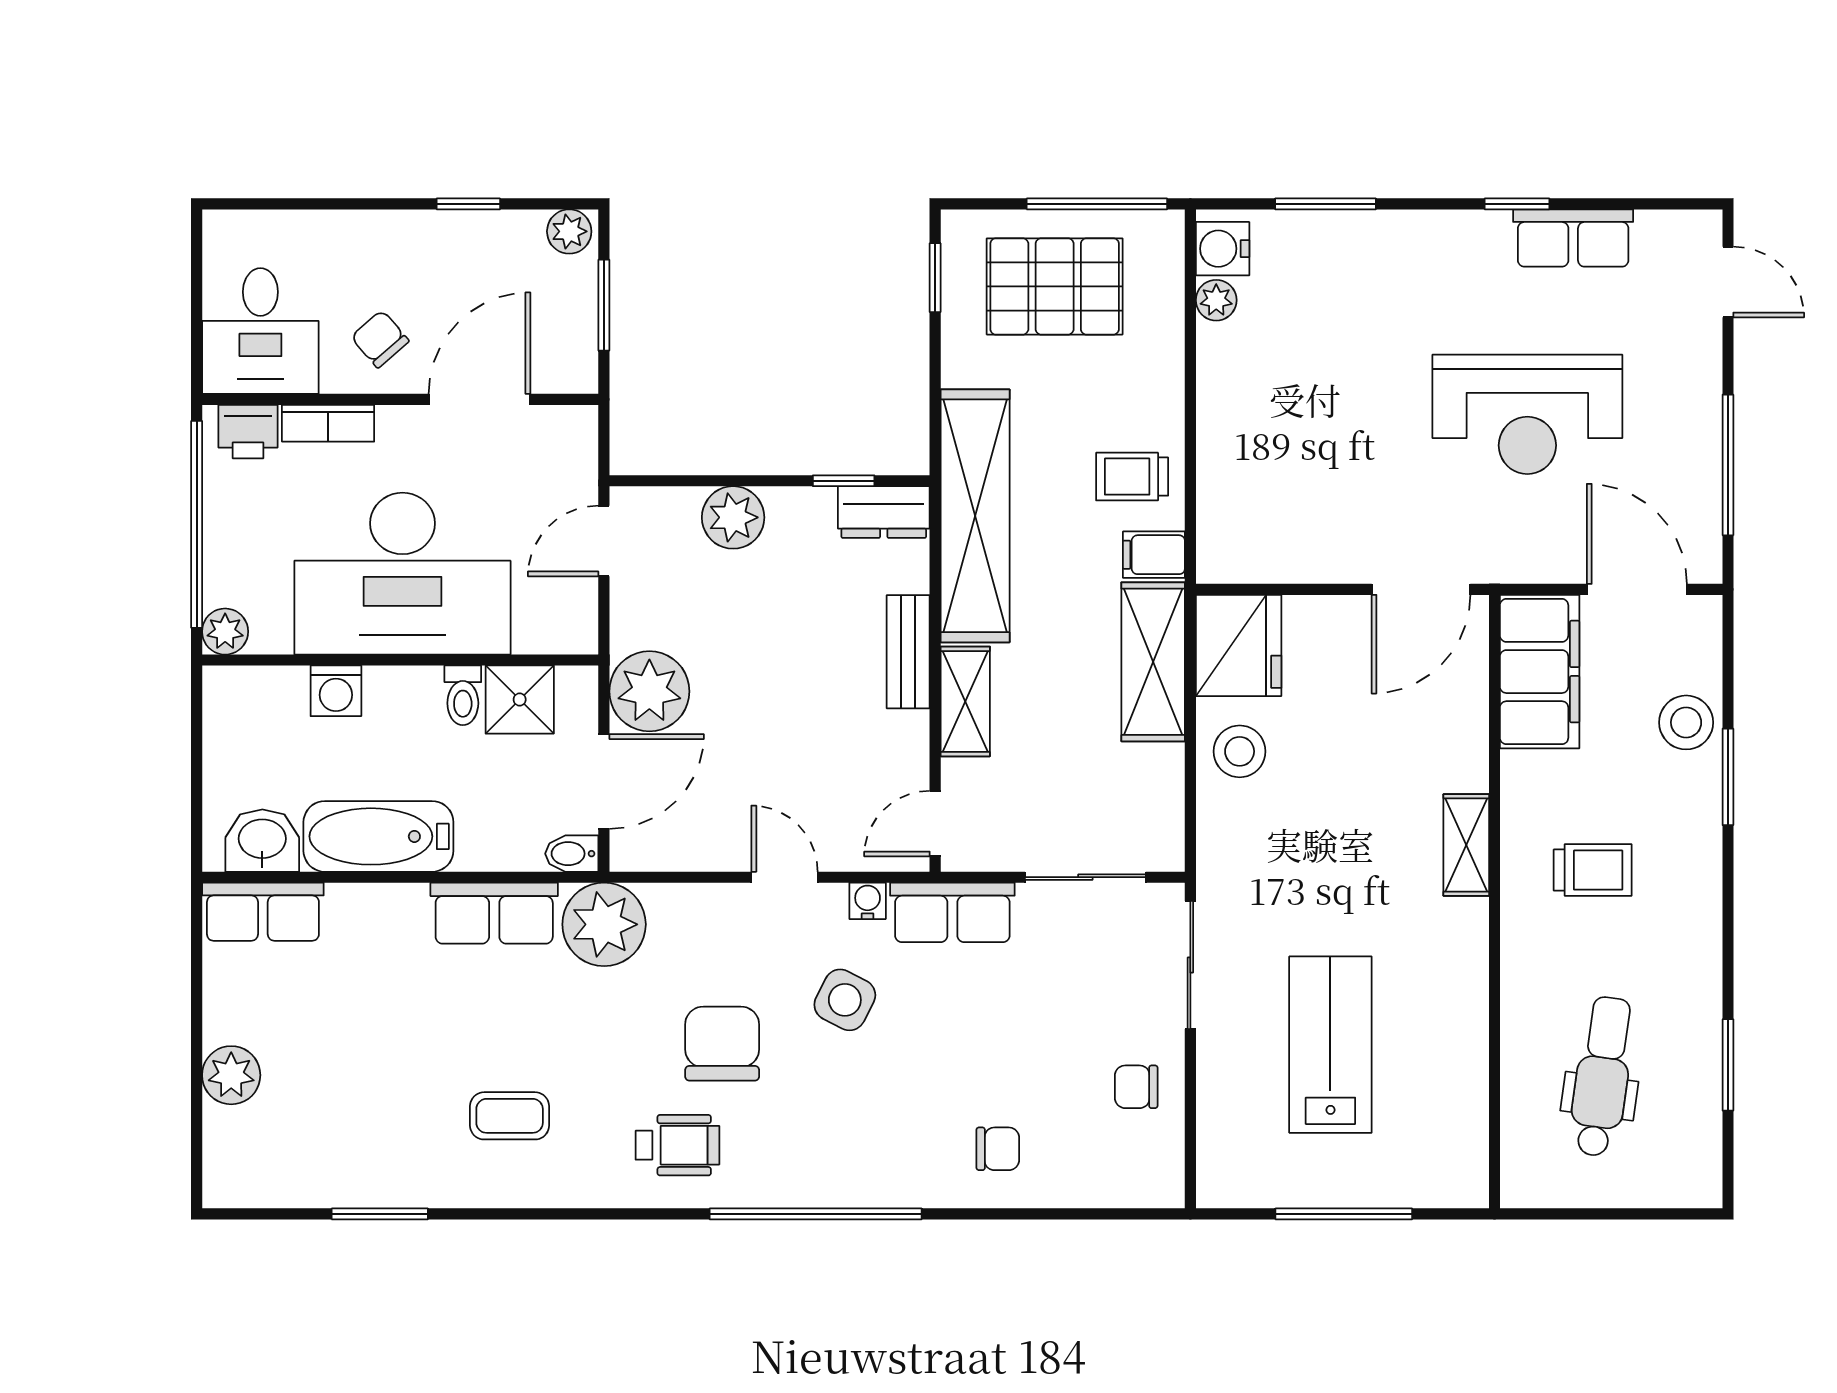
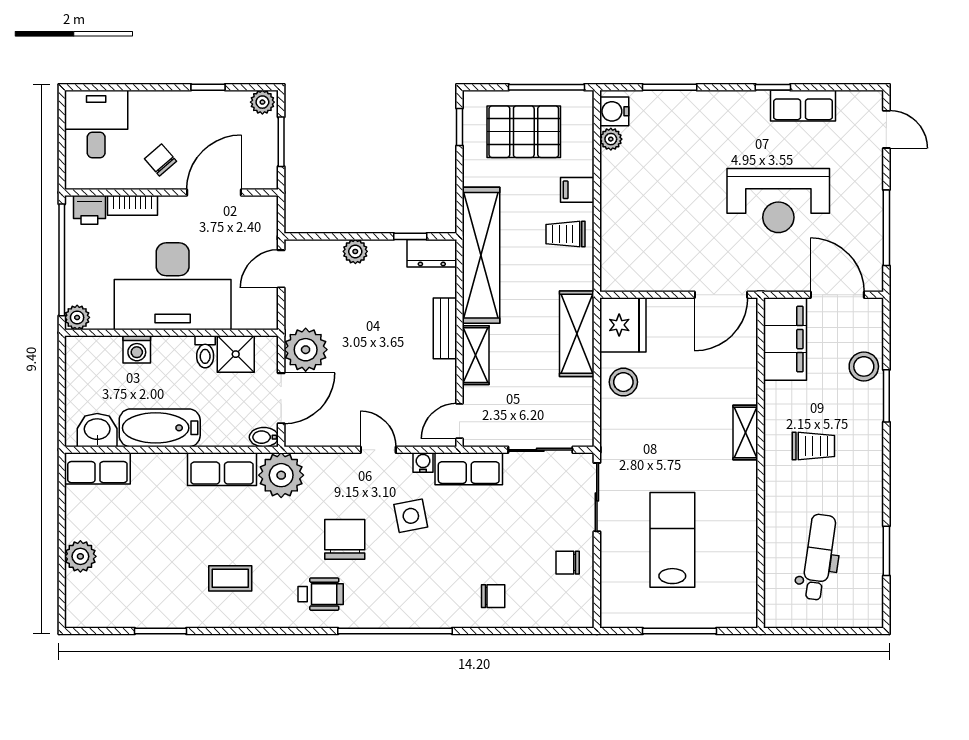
desk: (260, 331) -> (96, 124), moved, turned 180
plant: (733, 517) -> (355, 251), width x0.73, depth x0.73
filing cabinet: (1154, 555) -> (577, 190), moved
side table: (845, 1000) -> (411, 516), turned -38

